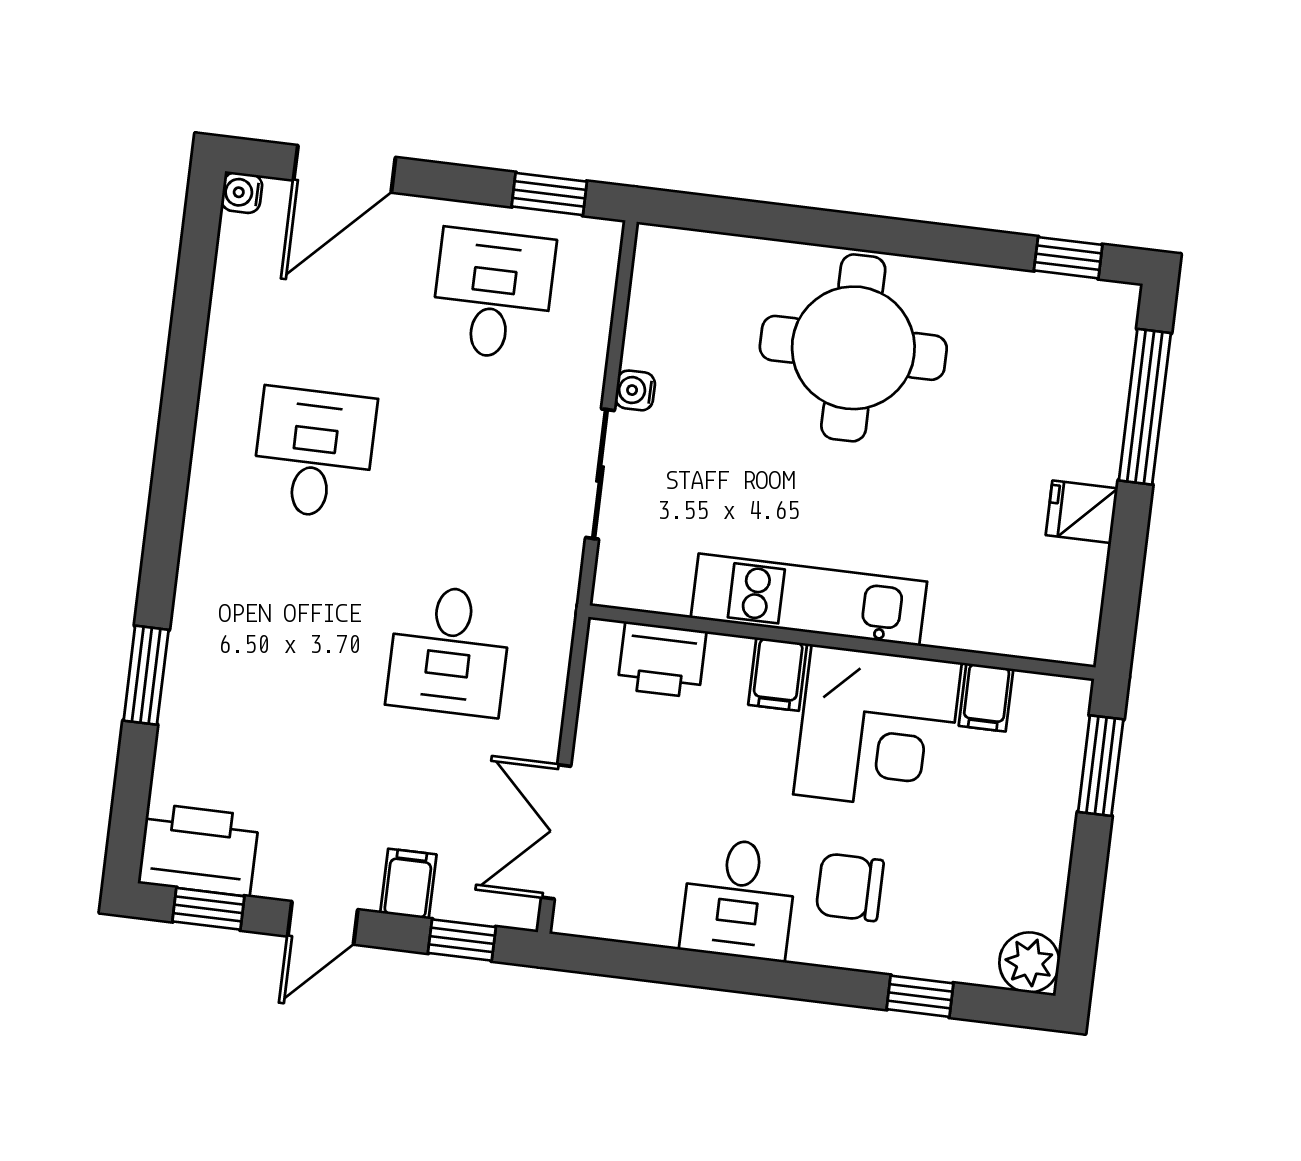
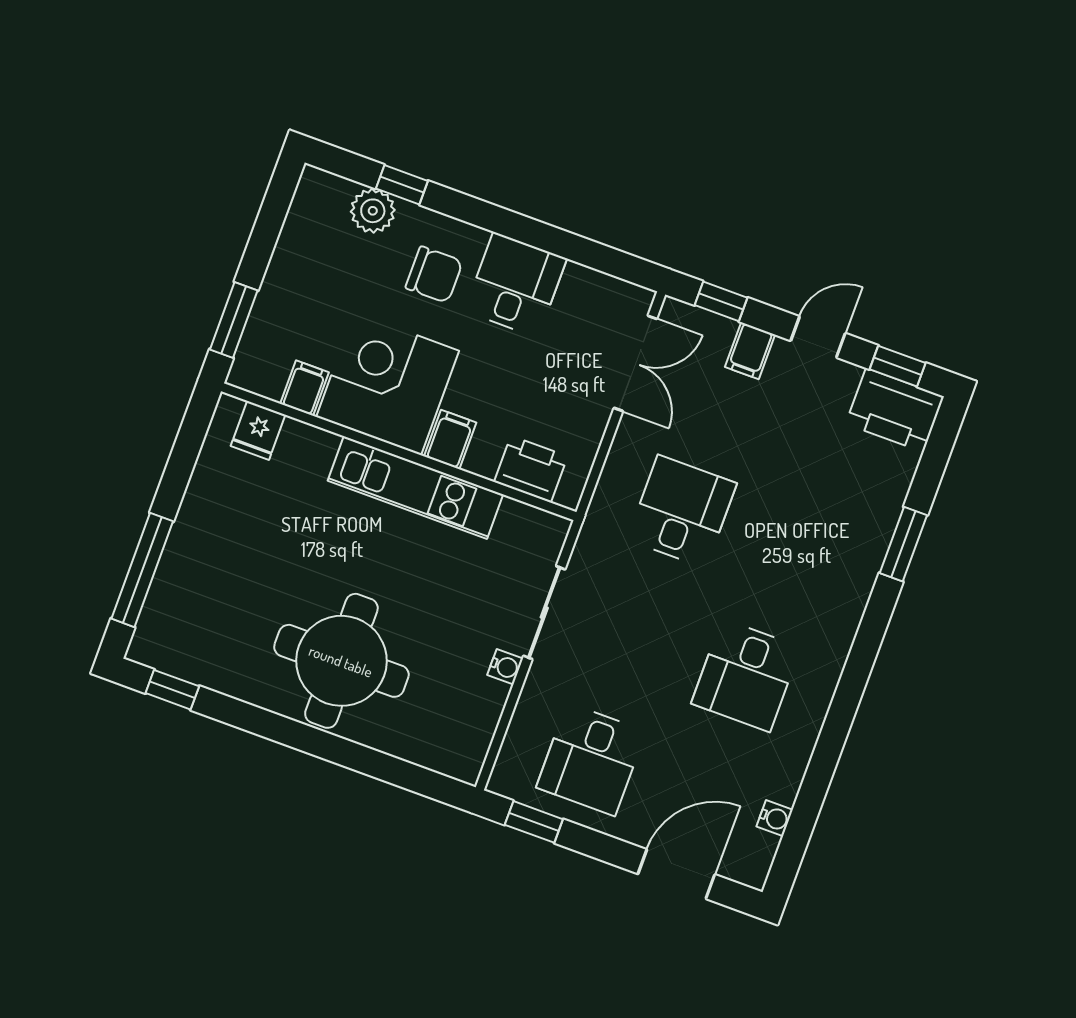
water cooler: (242, 193) -> (775, 818), moved
fridge: (1082, 512) -> (258, 430), moved, turned 90
plant: (1029, 962) -> (373, 211), moved

